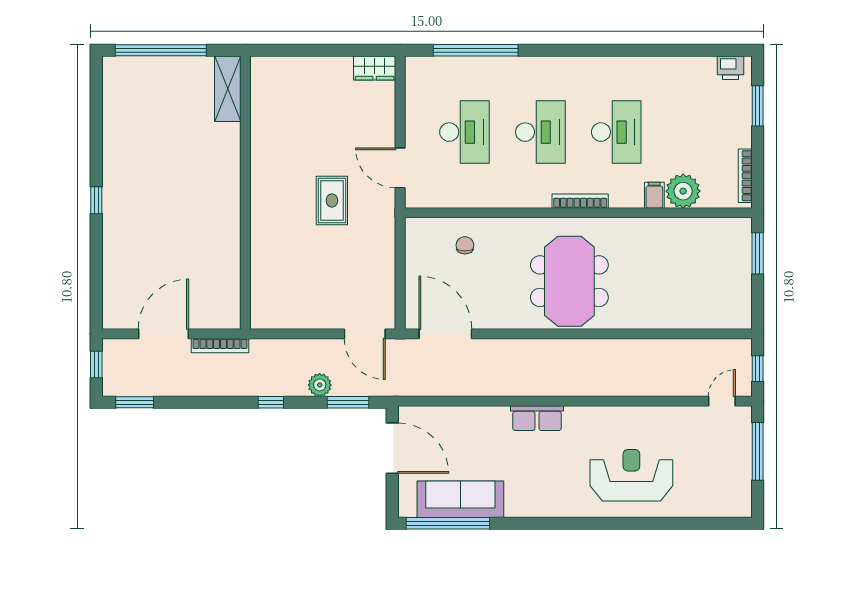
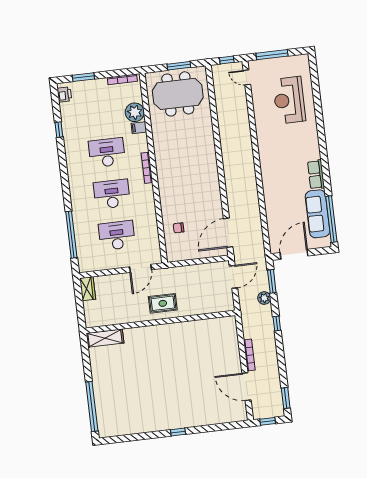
window: (668, 50) -> (59, 130), added
shelving: (228, 89) -> (105, 338), moved
wall: (245, 193) -> (161, 322), moved
window: (758, 253) -> (179, 66), moved
meeting table: (569, 281) -> (178, 94), moved
row of seats: (537, 418) -> (316, 175), moved, turned 180
reception desk: (631, 475) -> (289, 100), moved

